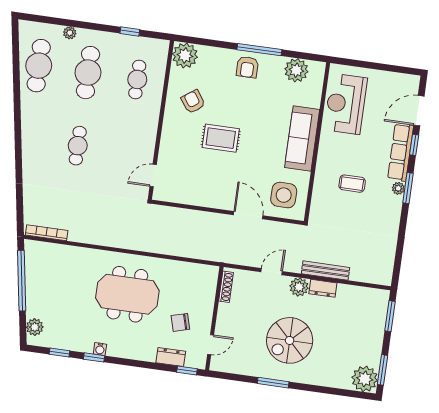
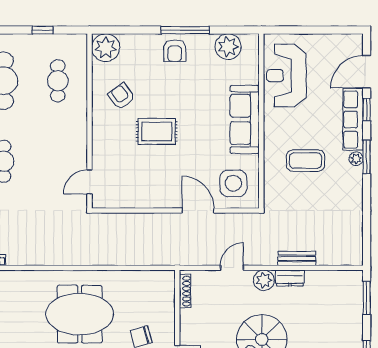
coffee table: (352, 184) -> (306, 161), width x1.36, depth x1.30
bench: (325, 271) -> (297, 258), width x0.73

